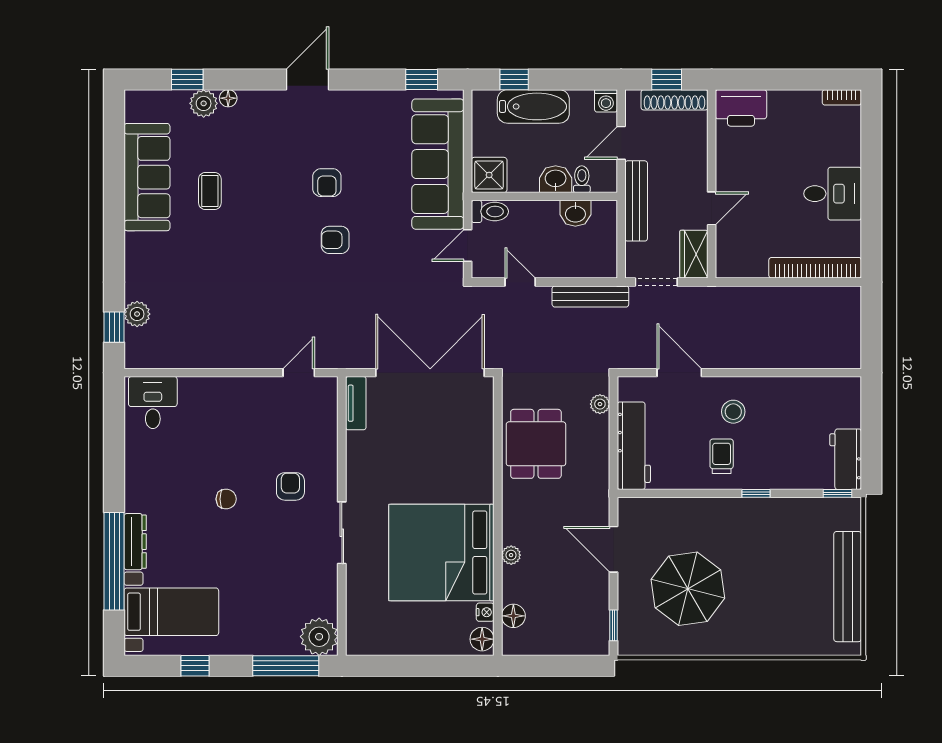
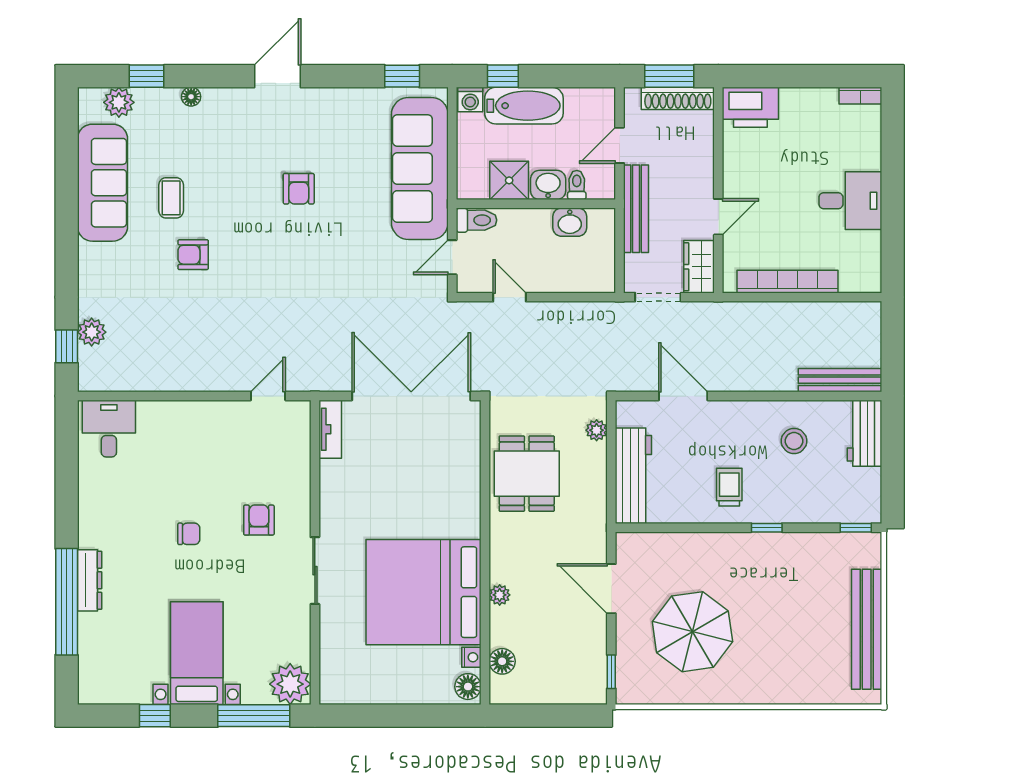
window: (667, 79) -> (669, 76), width x1.50
washing machine: (606, 101) -> (470, 100), moved
plant: (204, 103) -> (119, 102), moved
shower: (489, 175) -> (509, 180), moved
armchair: (335, 240) -> (193, 255), moved
bookcase: (815, 268) -> (787, 282), moved
bench: (590, 296) -> (840, 380), moved
stool: (733, 412) -> (794, 441), moved
workbench: (846, 459) -> (865, 433), moved
bed with nightstands: (171, 612) -> (197, 653), moved, turned -90

